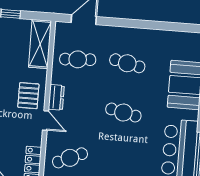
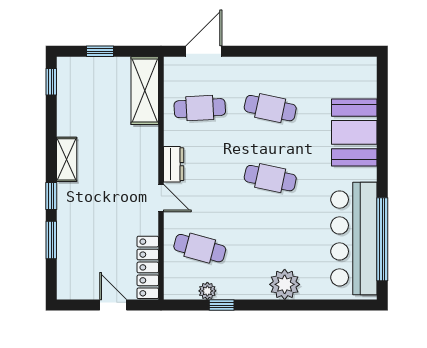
pallet: (28, 96) -> (134, 165), removed
cafe table: (70, 158) -> (200, 248), turned 39

